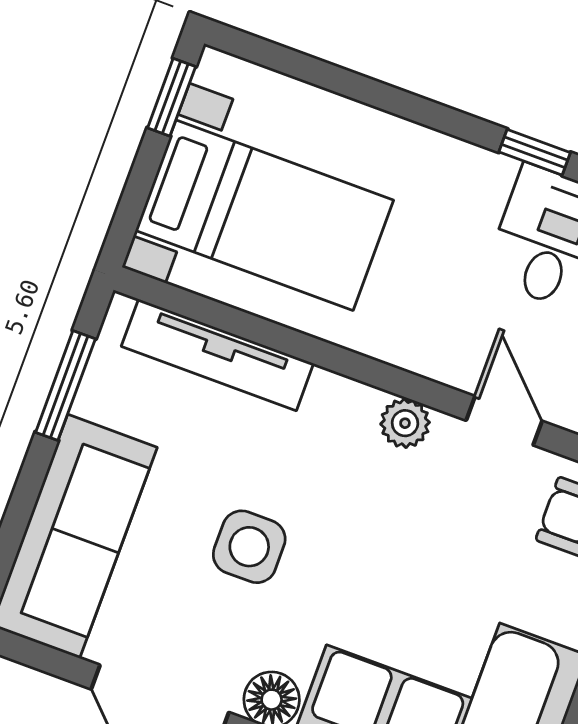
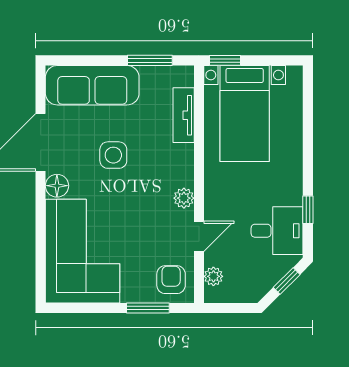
window: (172, 97) -> (225, 60), moved
tv unit: (217, 355) -> (184, 115), width x0.71

